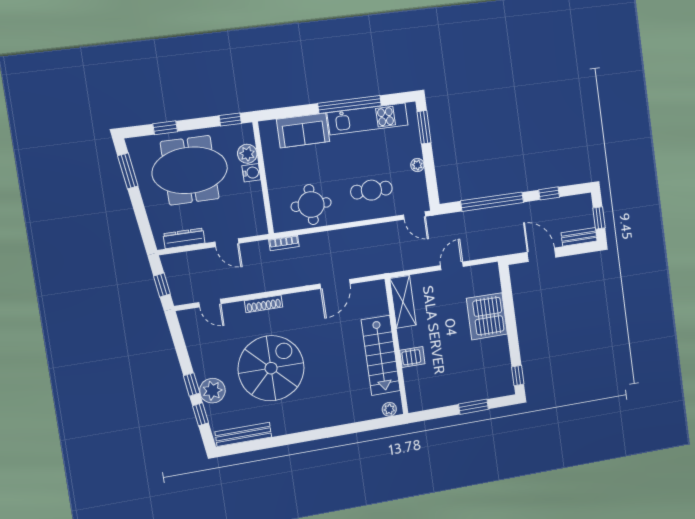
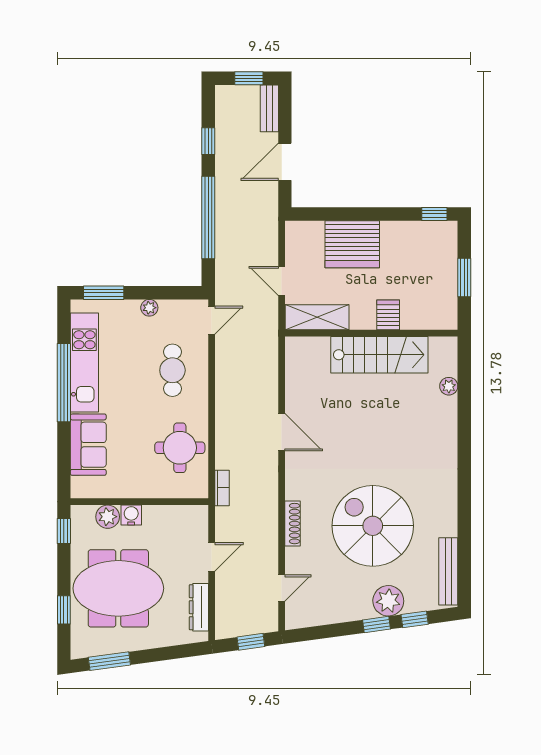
meeting table: (190, 170) -> (118, 588), turned 90
shelving: (403, 302) -> (317, 317), moved
wall: (396, 346) -> (371, 333), moved
stairs: (381, 355) -> (379, 355), moved
server rack: (412, 357) -> (388, 315), moved

